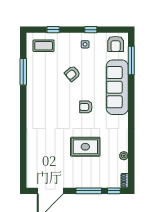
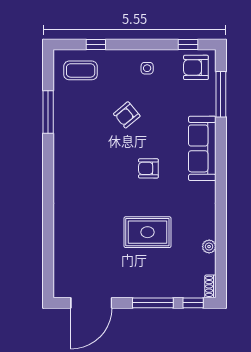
window: (91, 30) -> (188, 45), moved
armchair: (116, 44) -> (196, 67), turned 90
sofa: (117, 87) -> (202, 148), width x0.74, depth x0.79

